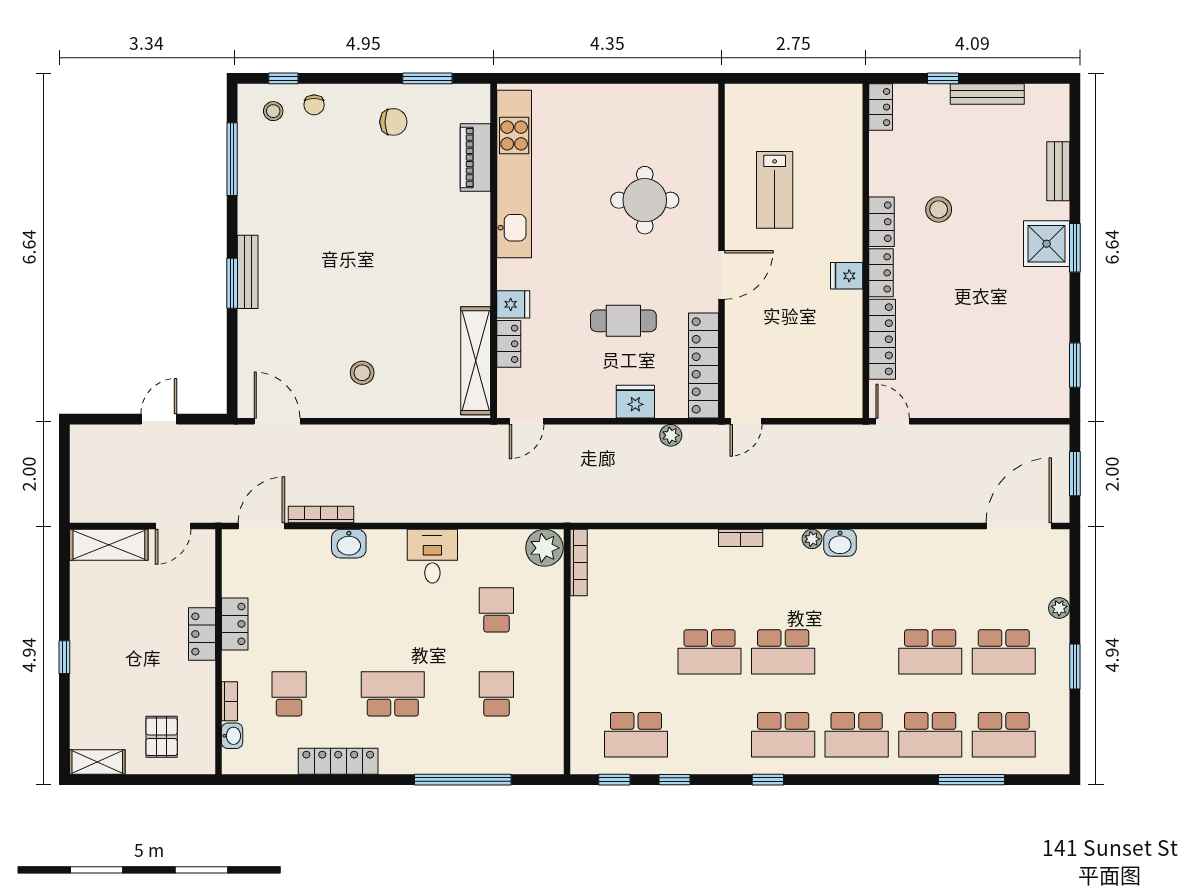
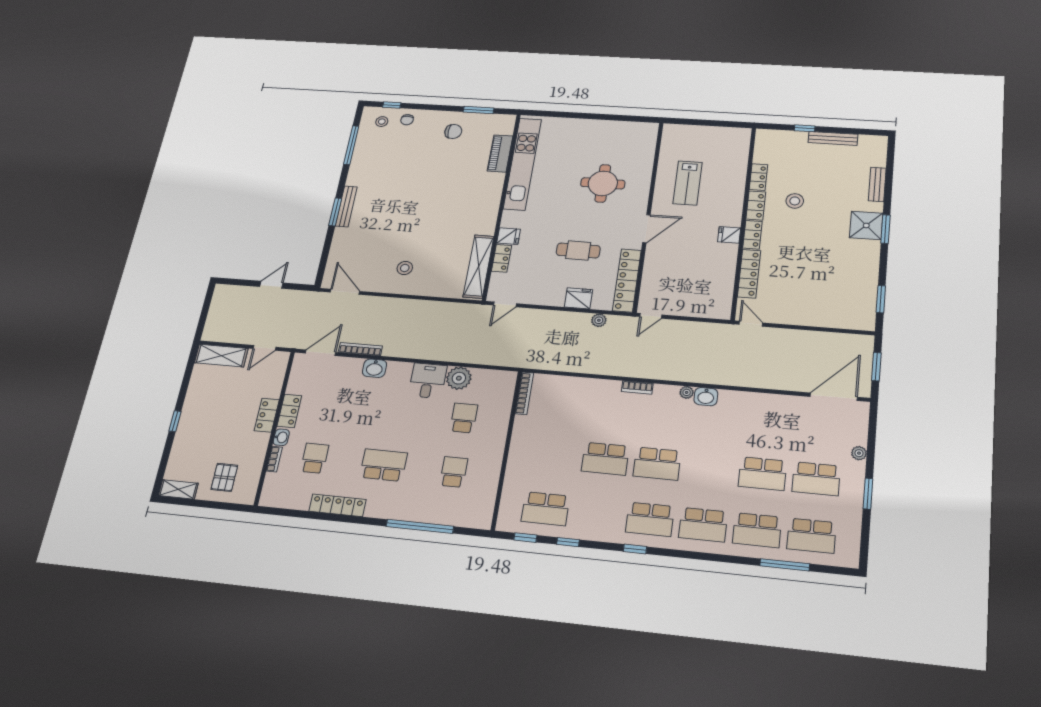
locker: (881, 107) -> (758, 177), moved
plant: (544, 548) -> (459, 378), moved
washbasin: (232, 736) -> (281, 437), moved

